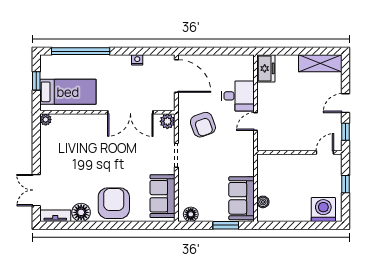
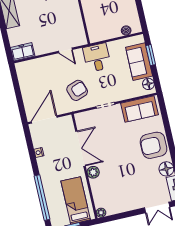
desk: (238, 96) -> (97, 58), moved
plant: (167, 121) -> (93, 172), moved
sofa: (242, 198) -> (139, 62), moved, turned 90

